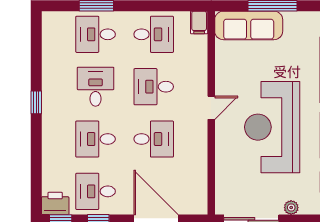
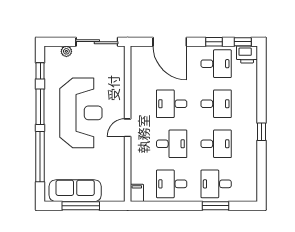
sofa: (249, 25) -> (75, 191), moved
desk: (96, 34) -> (216, 184), turned 180
desk: (96, 87) -> (216, 144), turned -90

